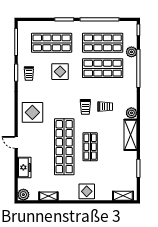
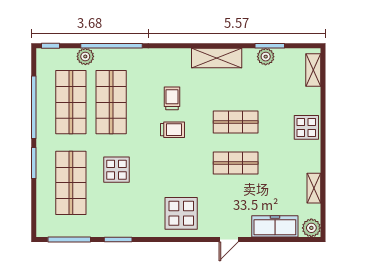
trolley: (29, 73) -> (120, 219), removed
plant: (131, 113) -> (266, 57), moved
shop shelf: (64, 147) -> (236, 163), width x0.50, depth x0.74
freezer: (24, 167) -> (275, 226), width x1.40

